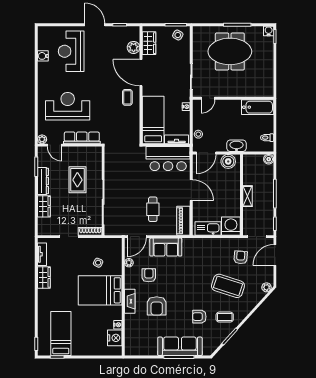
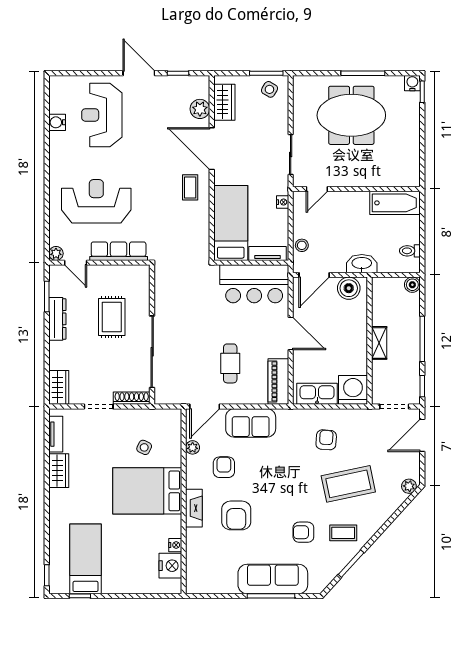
wardrobe: (44, 206) -> (59, 387), moved
armchair: (241, 257) -> (326, 440), moved
coffee table: (228, 286) -> (348, 484), turned -30

